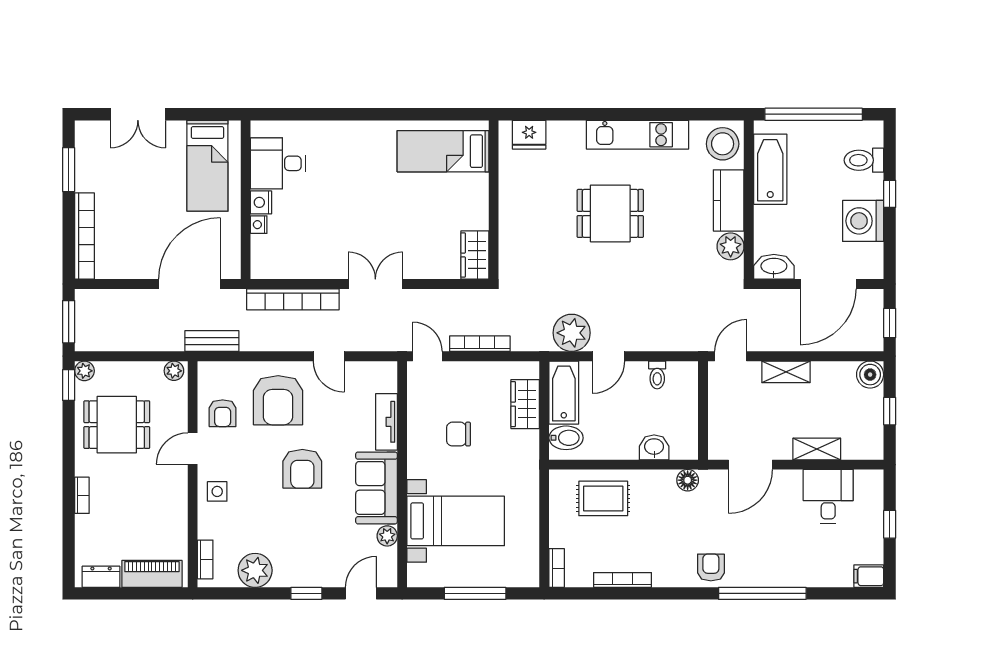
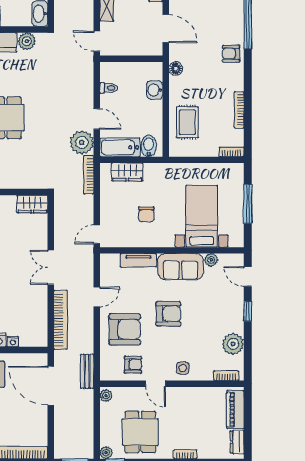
bookcase: (480, 344) -> (89, 175), moved

